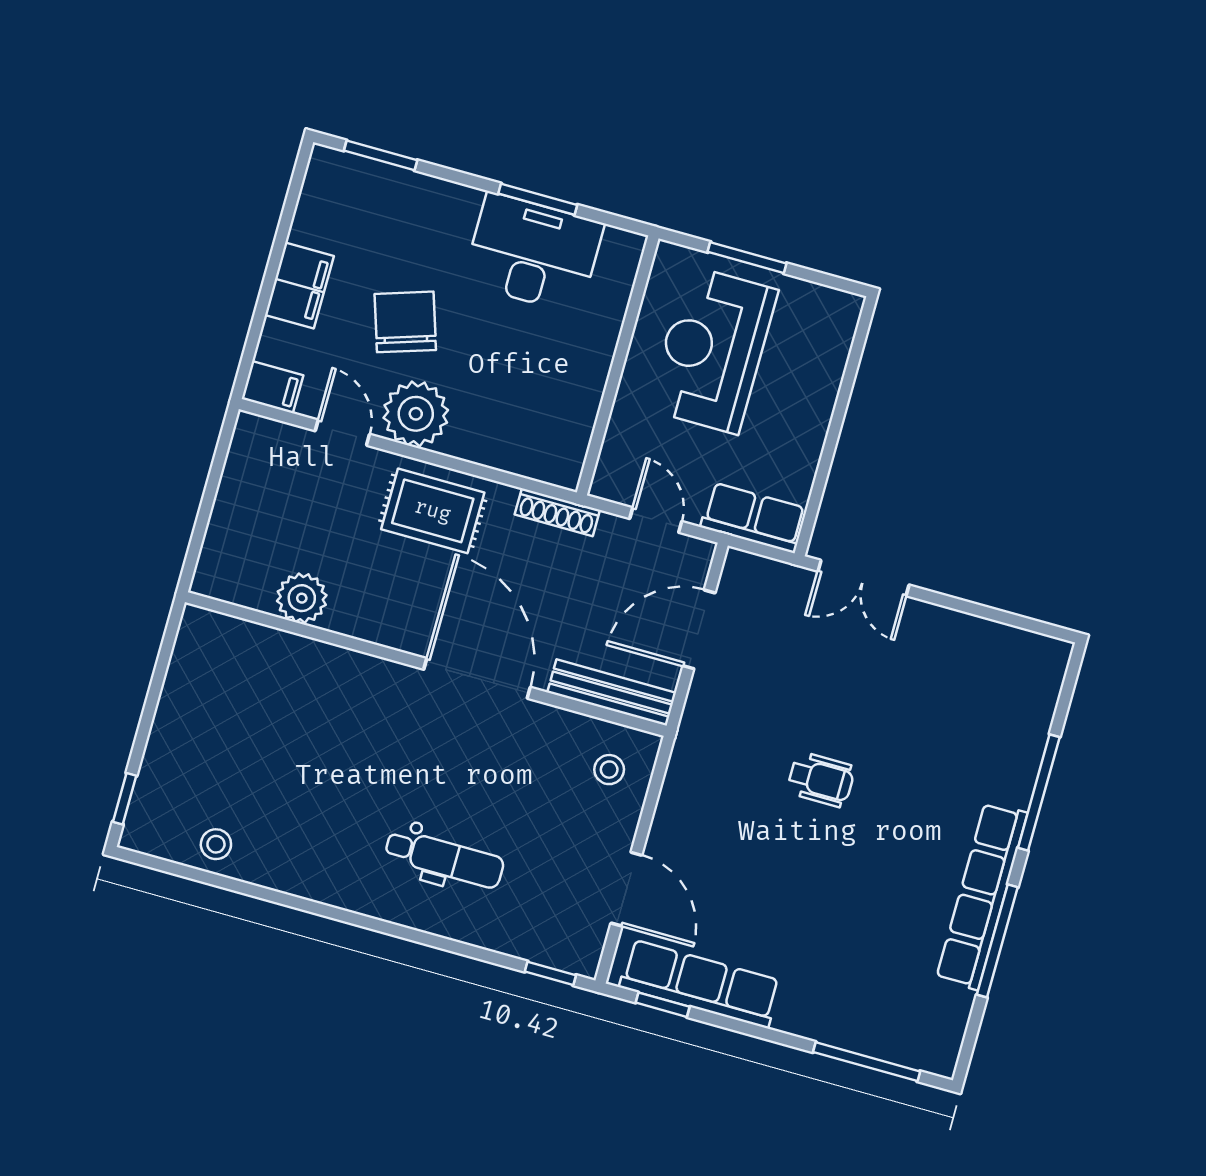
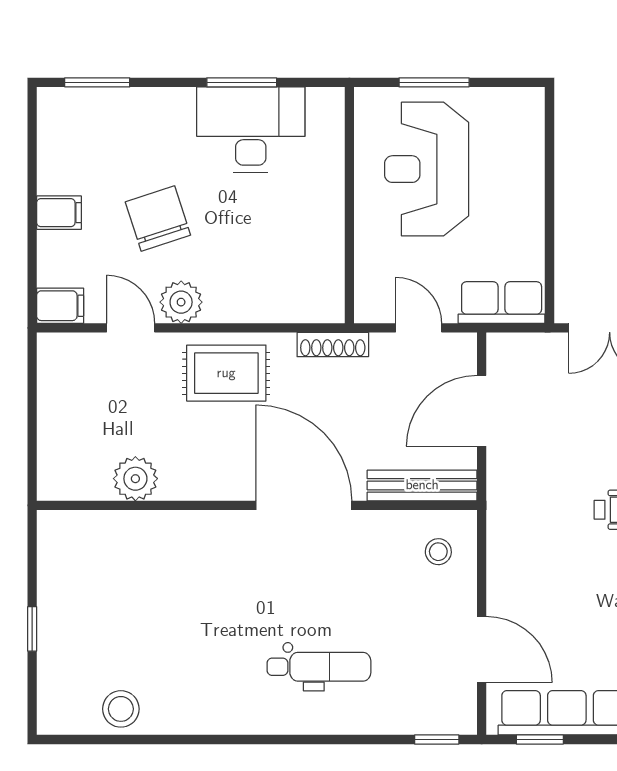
filing cabinet: (299, 285) -> (59, 213), width x0.50
plant: (416, 414) -> (181, 302), width x0.73, depth x0.73
window: (125, 799) -> (32, 629), moved
stool: (216, 844) -> (121, 709), width x1.37, depth x1.37

